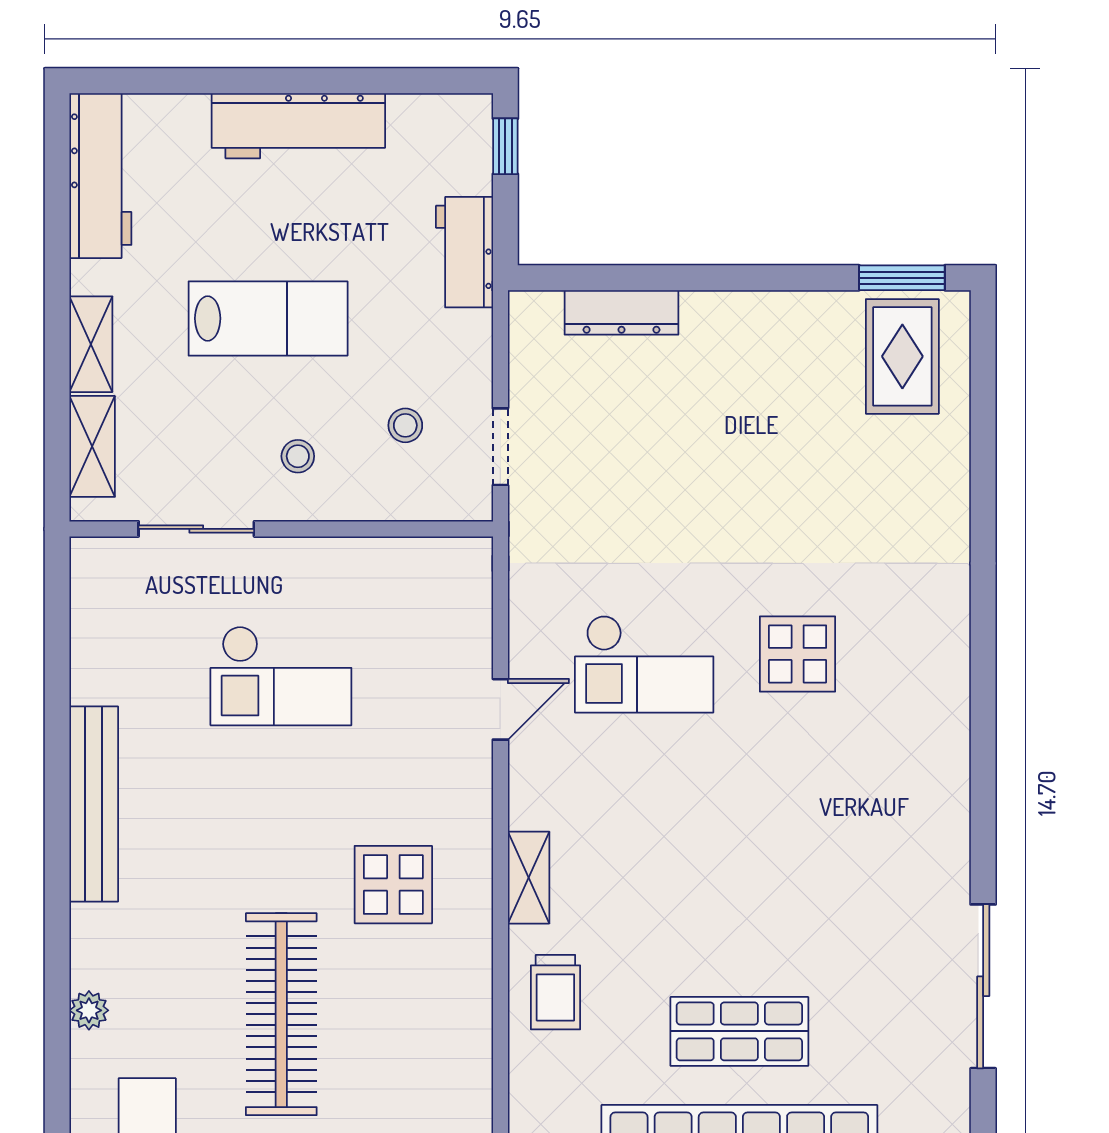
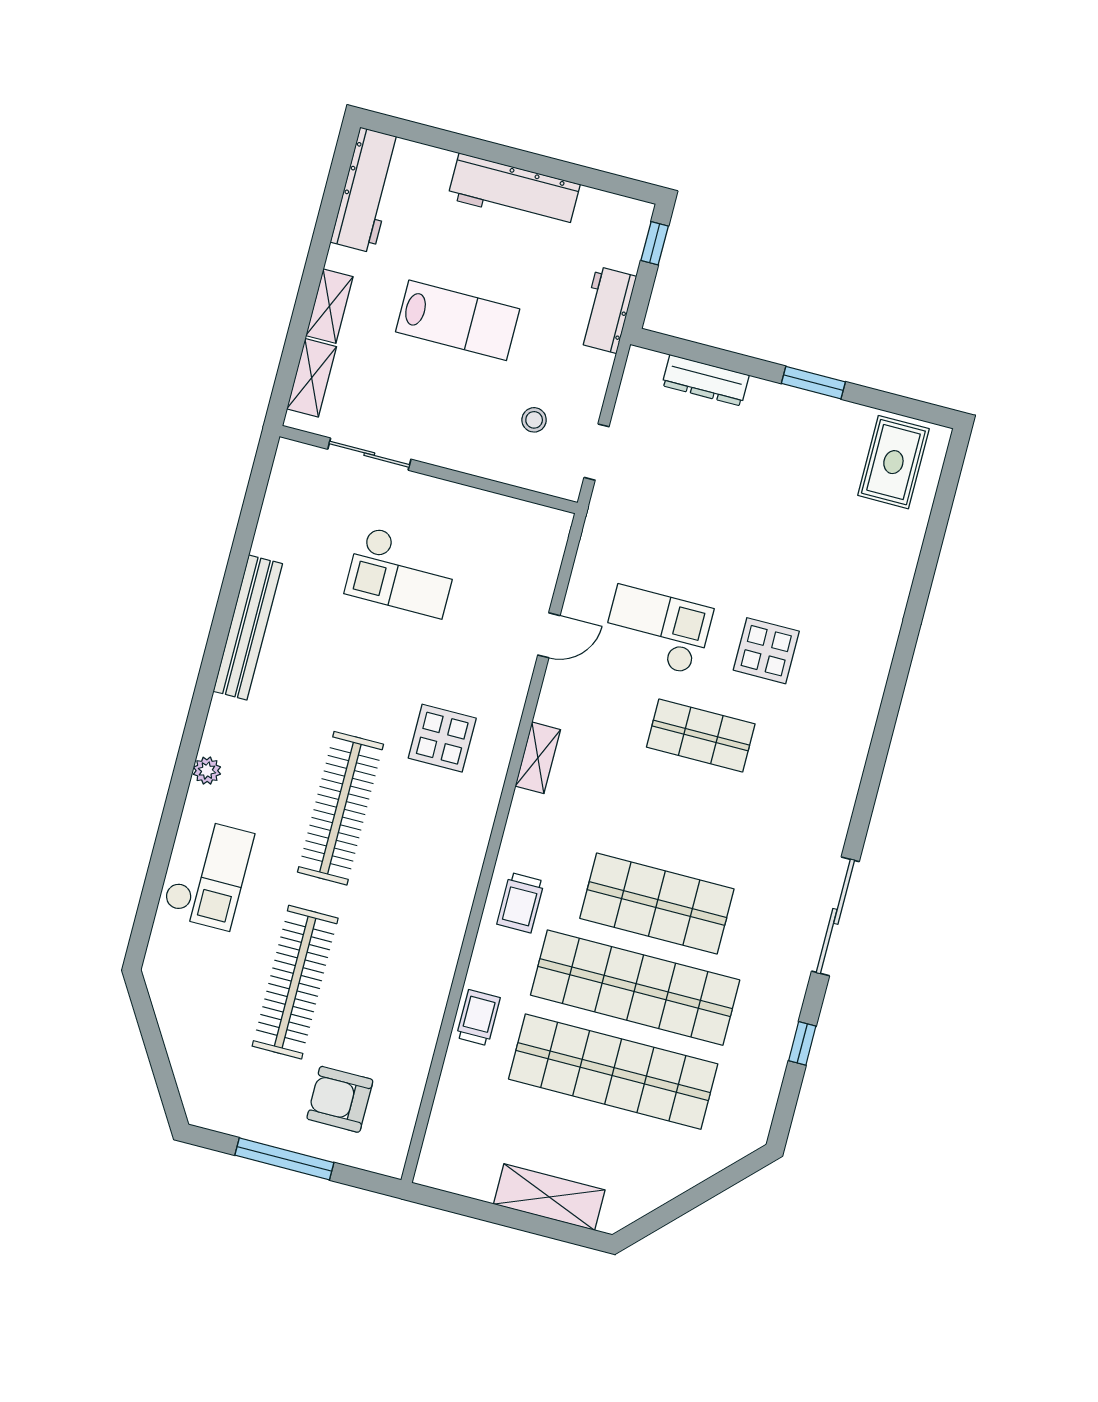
window: (902, 278) -> (813, 383), moved
stool: (298, 456) -> (453, 422), removed
checkout: (644, 664) -> (657, 630), turned 180
shop shelf: (739, 791) -> (701, 735), added
trolley: (555, 992) -> (521, 903), moved
shop shelf: (739, 1031) -> (657, 904), width x1.43, depth x1.36

